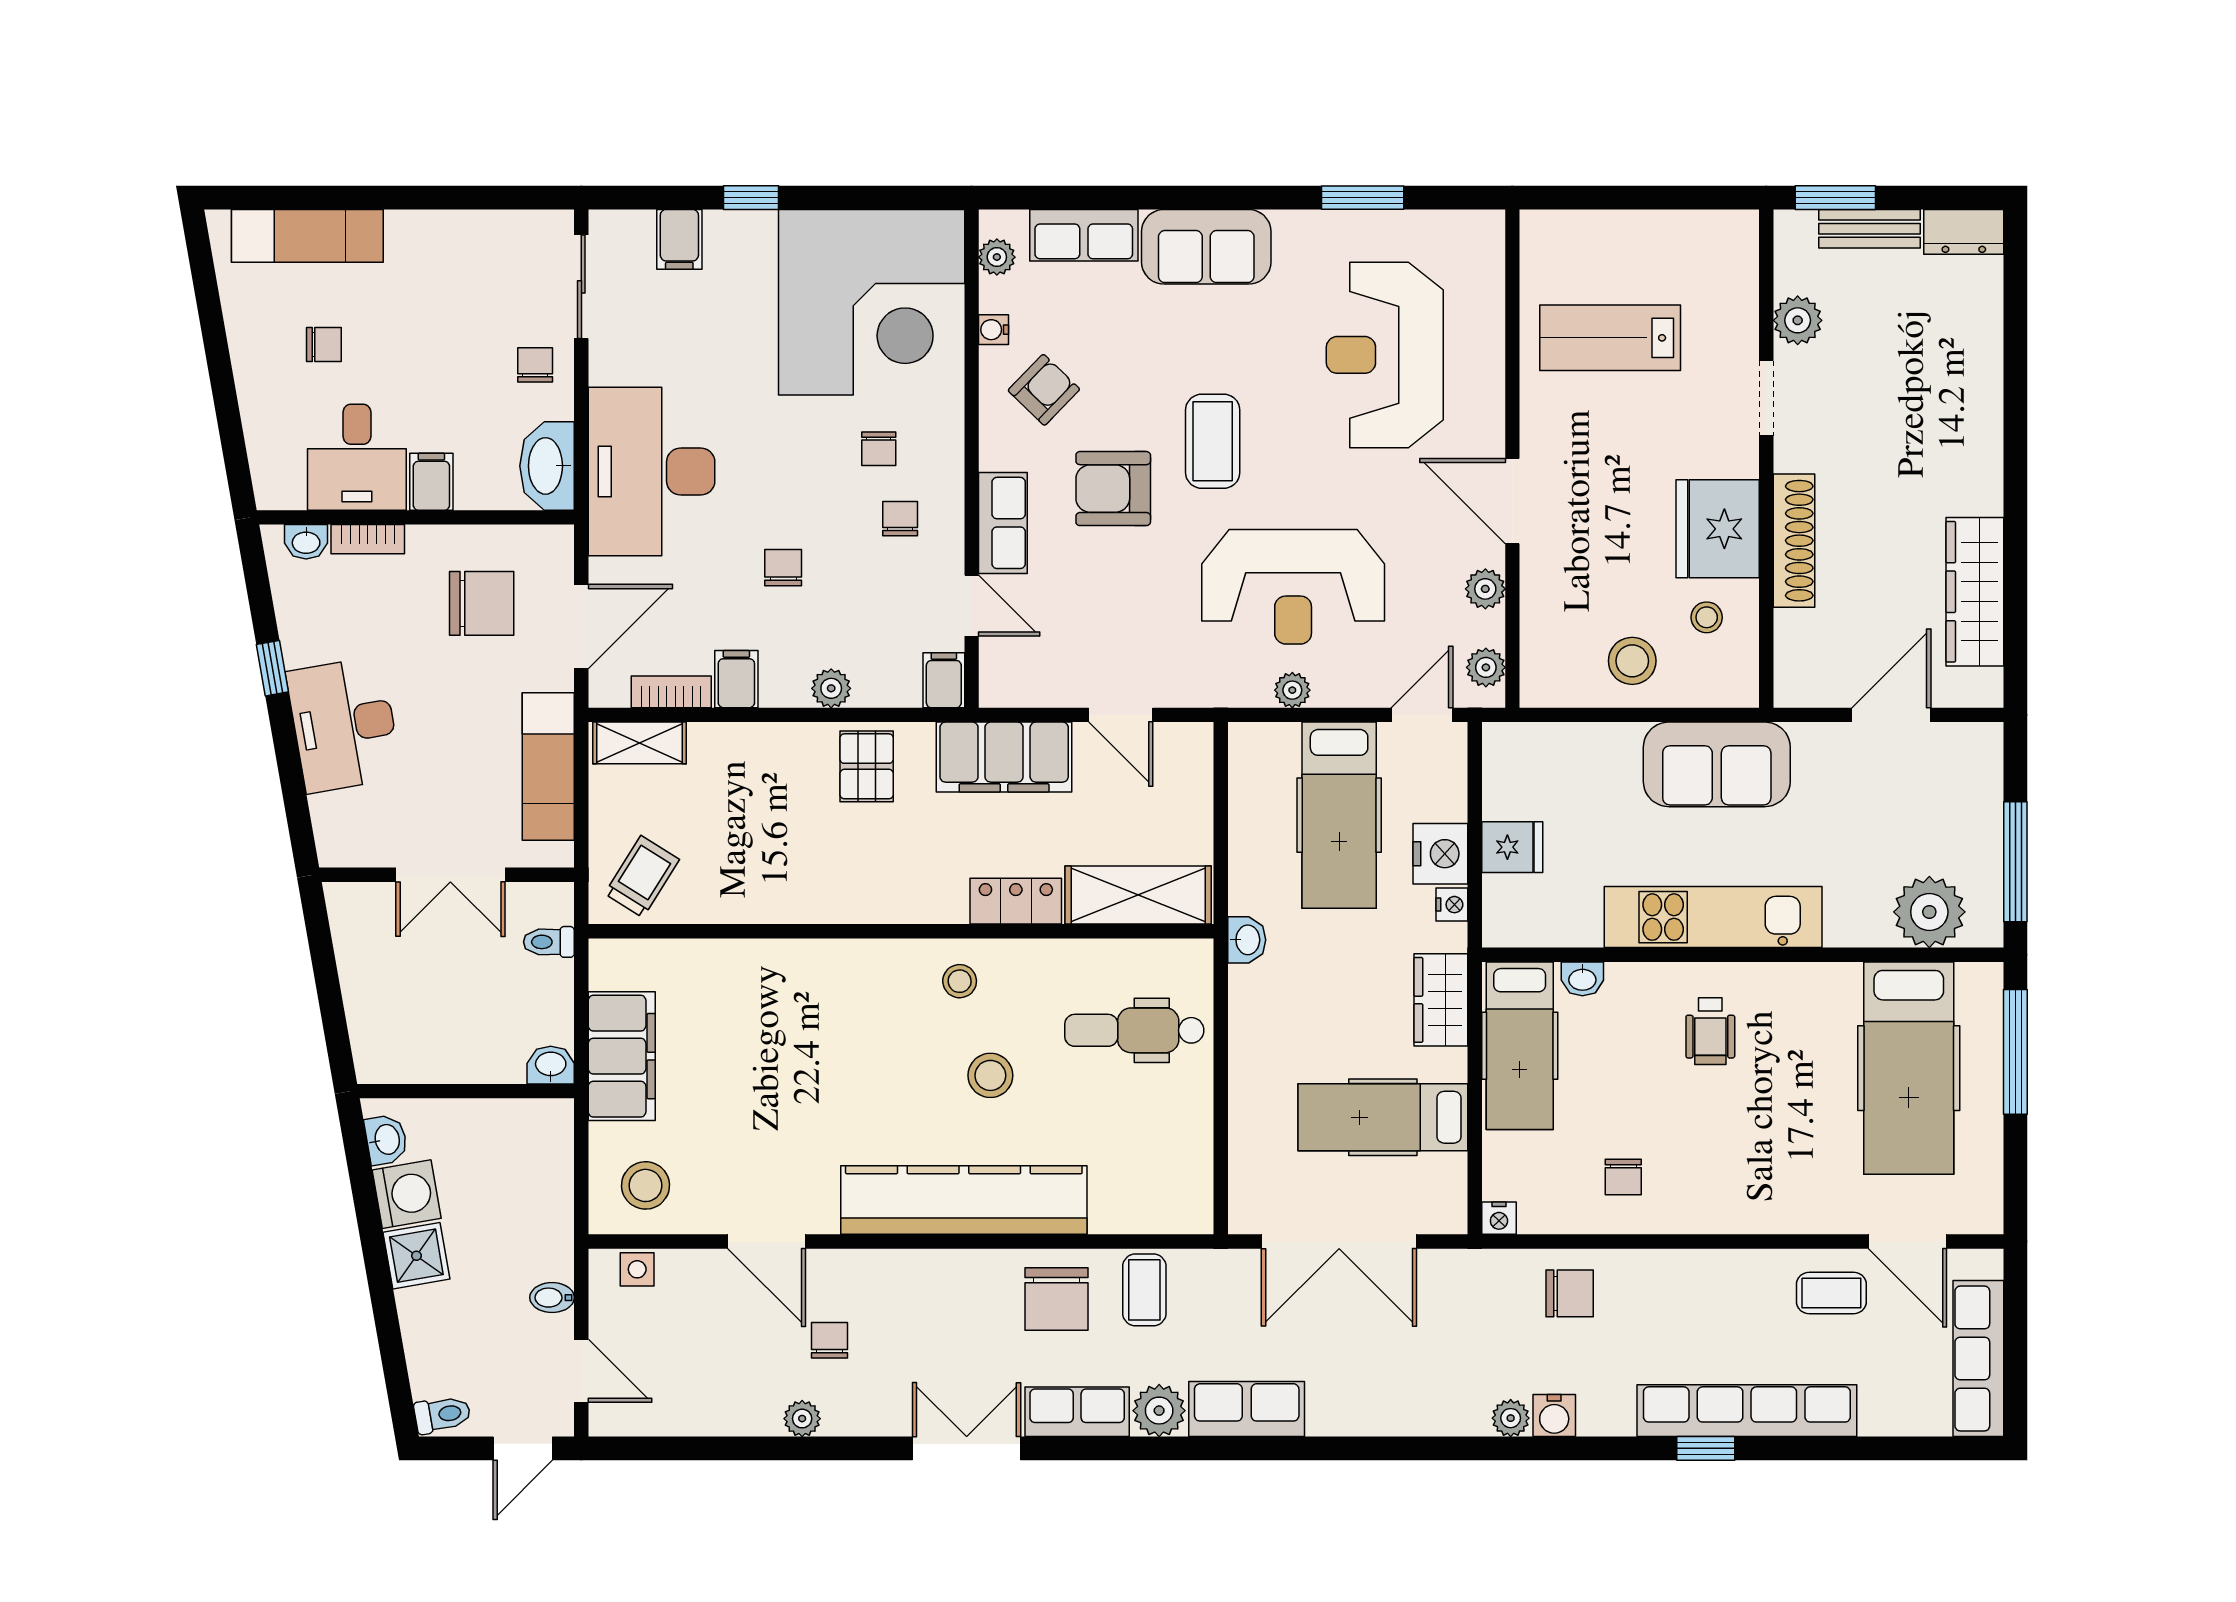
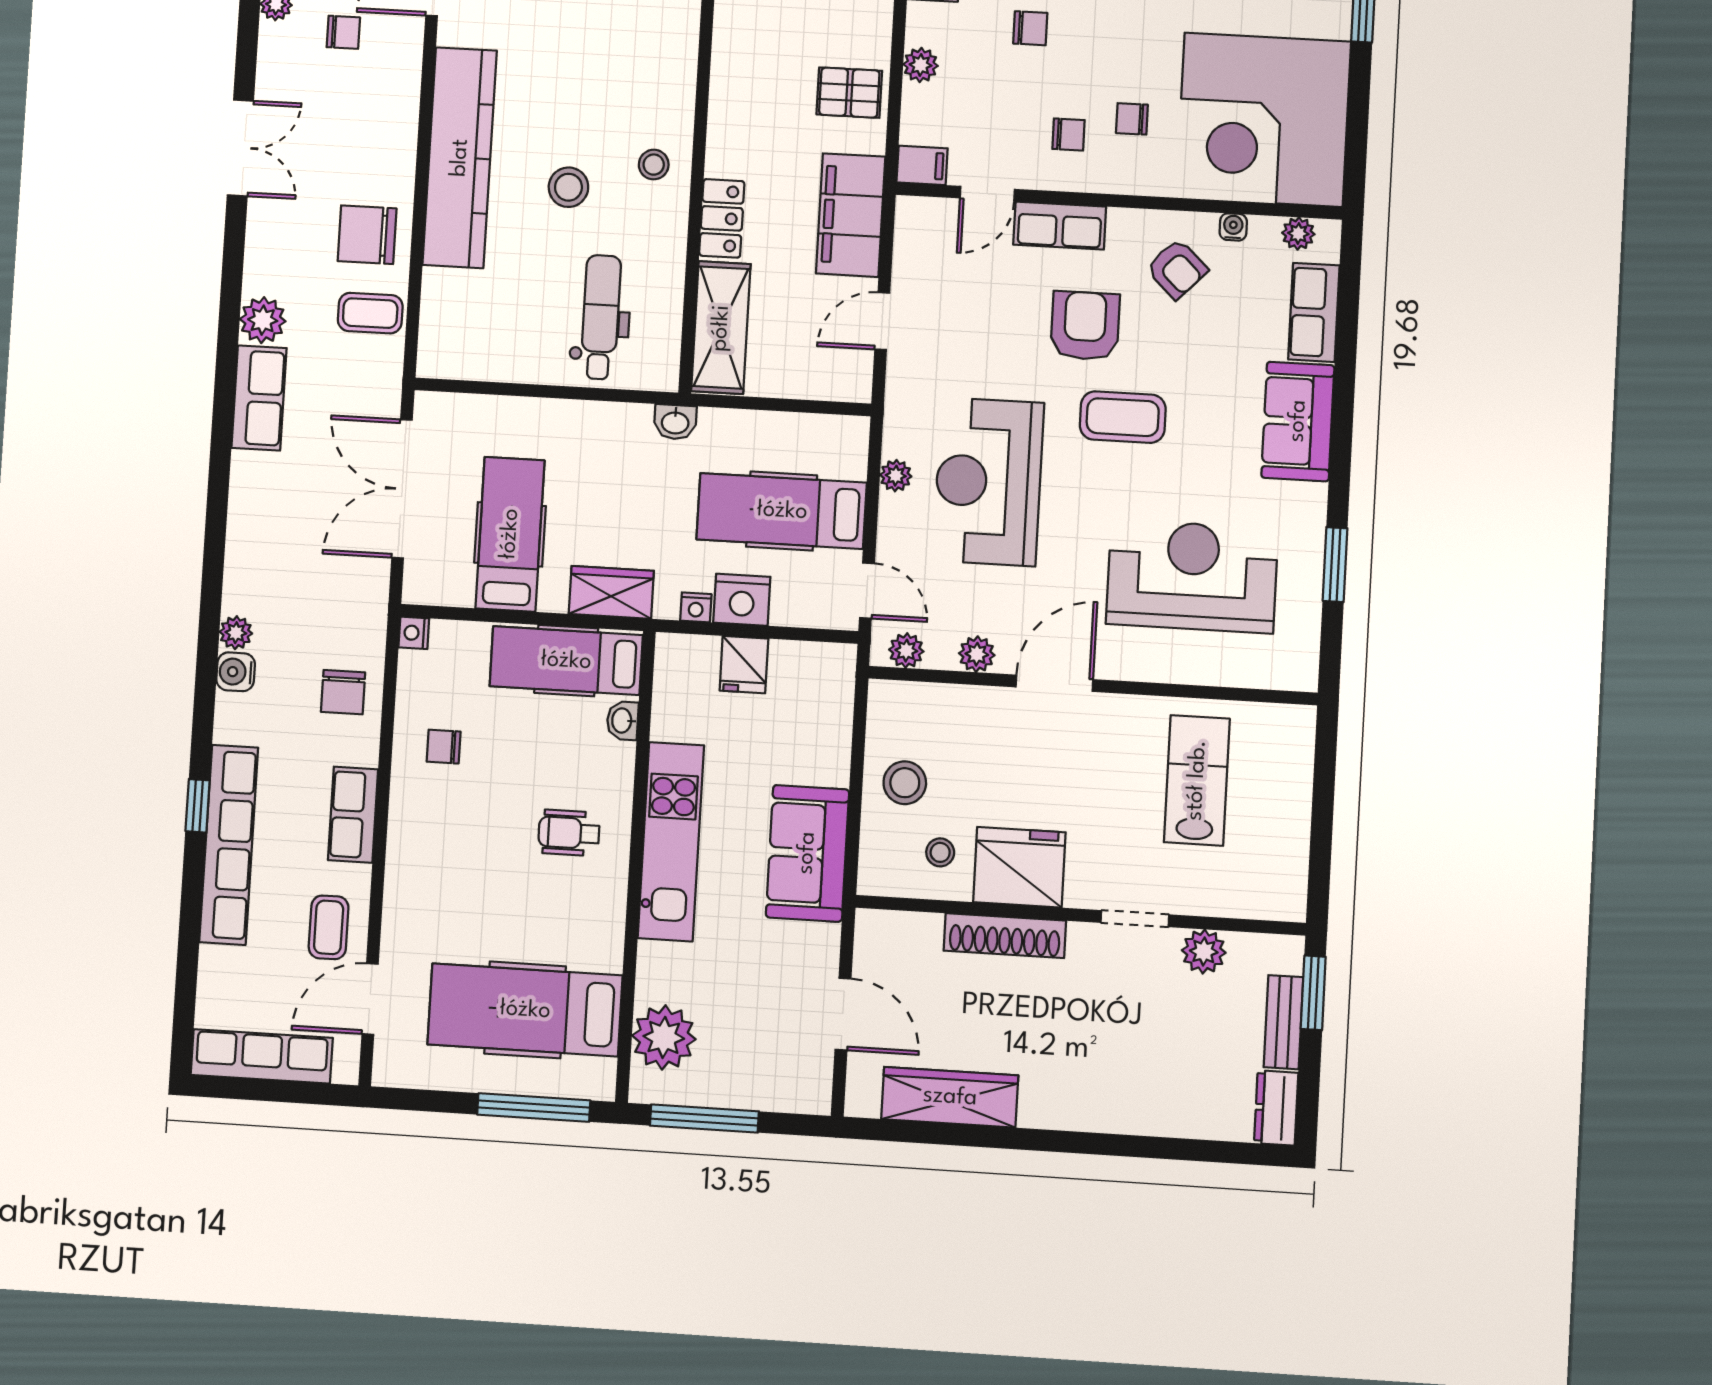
row of seats: (1077, 1412) -> (353, 815), moved, turned 180

